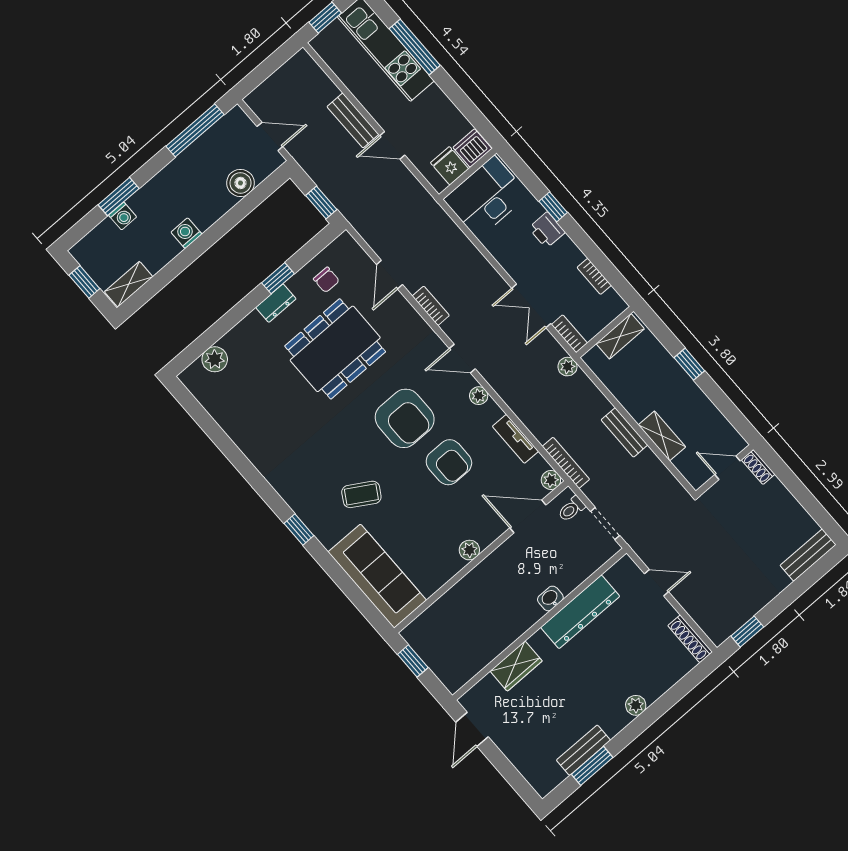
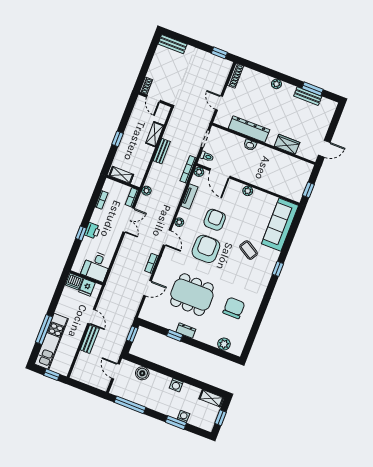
desk: (486, 197) -> (96, 266), width x0.73
chair: (326, 280) -> (234, 308), moved, width x1.87, depth x1.87

